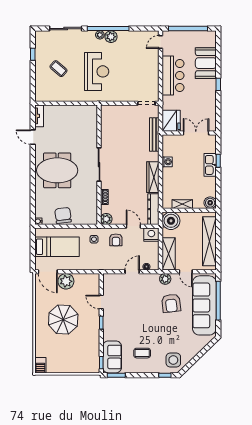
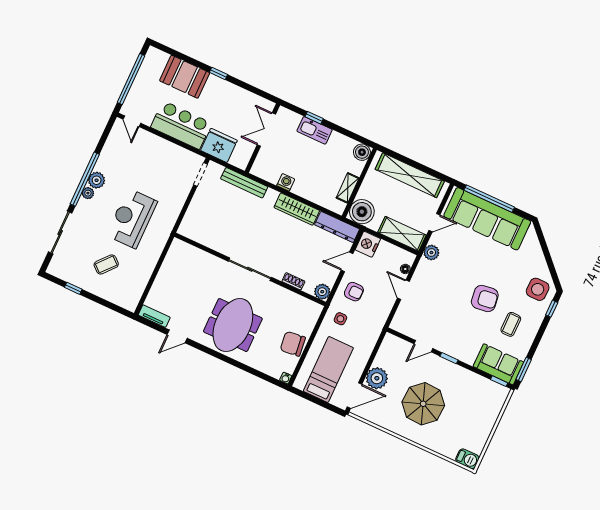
reception desk: (97, 71) -> (132, 218), turned -90
fridge: (171, 121) -> (219, 145), moved
armchair: (171, 303) -> (485, 298), moved

